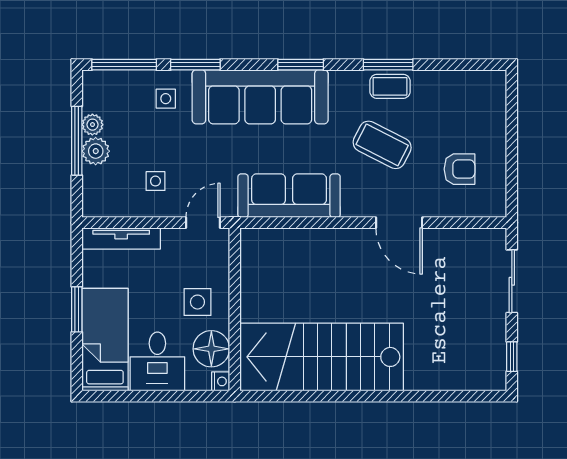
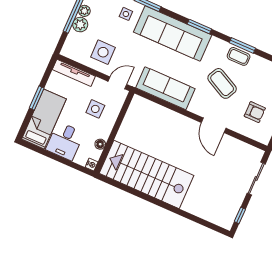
side table: (155, 181) -> (103, 52), width x1.87, depth x1.87
side table: (197, 302) -> (95, 109), moved
floor lamp: (211, 349) -> (100, 144), width x0.53, depth x0.53

